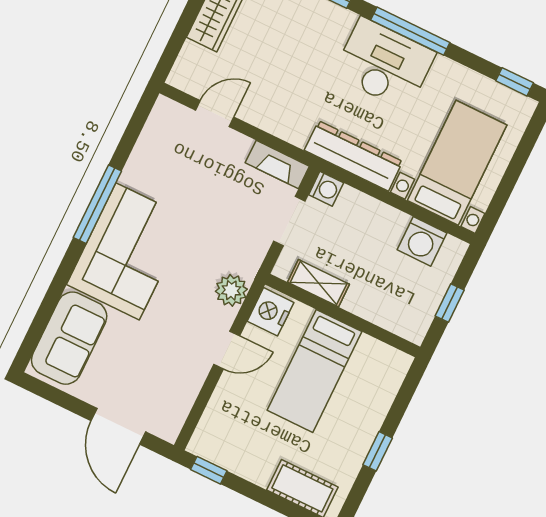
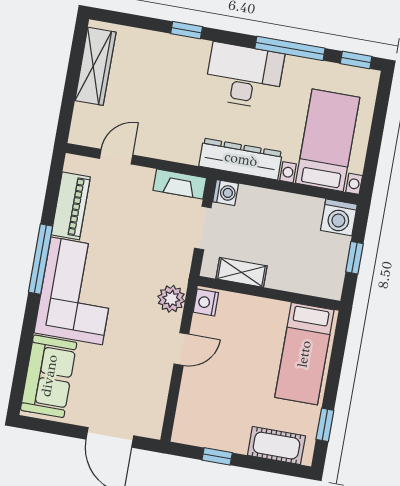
window: (410, 31) -> (290, 48), moved
piano: (148, 154) -> (71, 206), added
washing machine: (422, 241) -> (339, 217), moved
nightstand: (270, 312) -> (206, 302), width x0.74, depth x0.75
bed: (314, 371) -> (304, 354), moved
window: (378, 451) -> (325, 425), moved
window: (209, 470) -> (217, 456), moved

